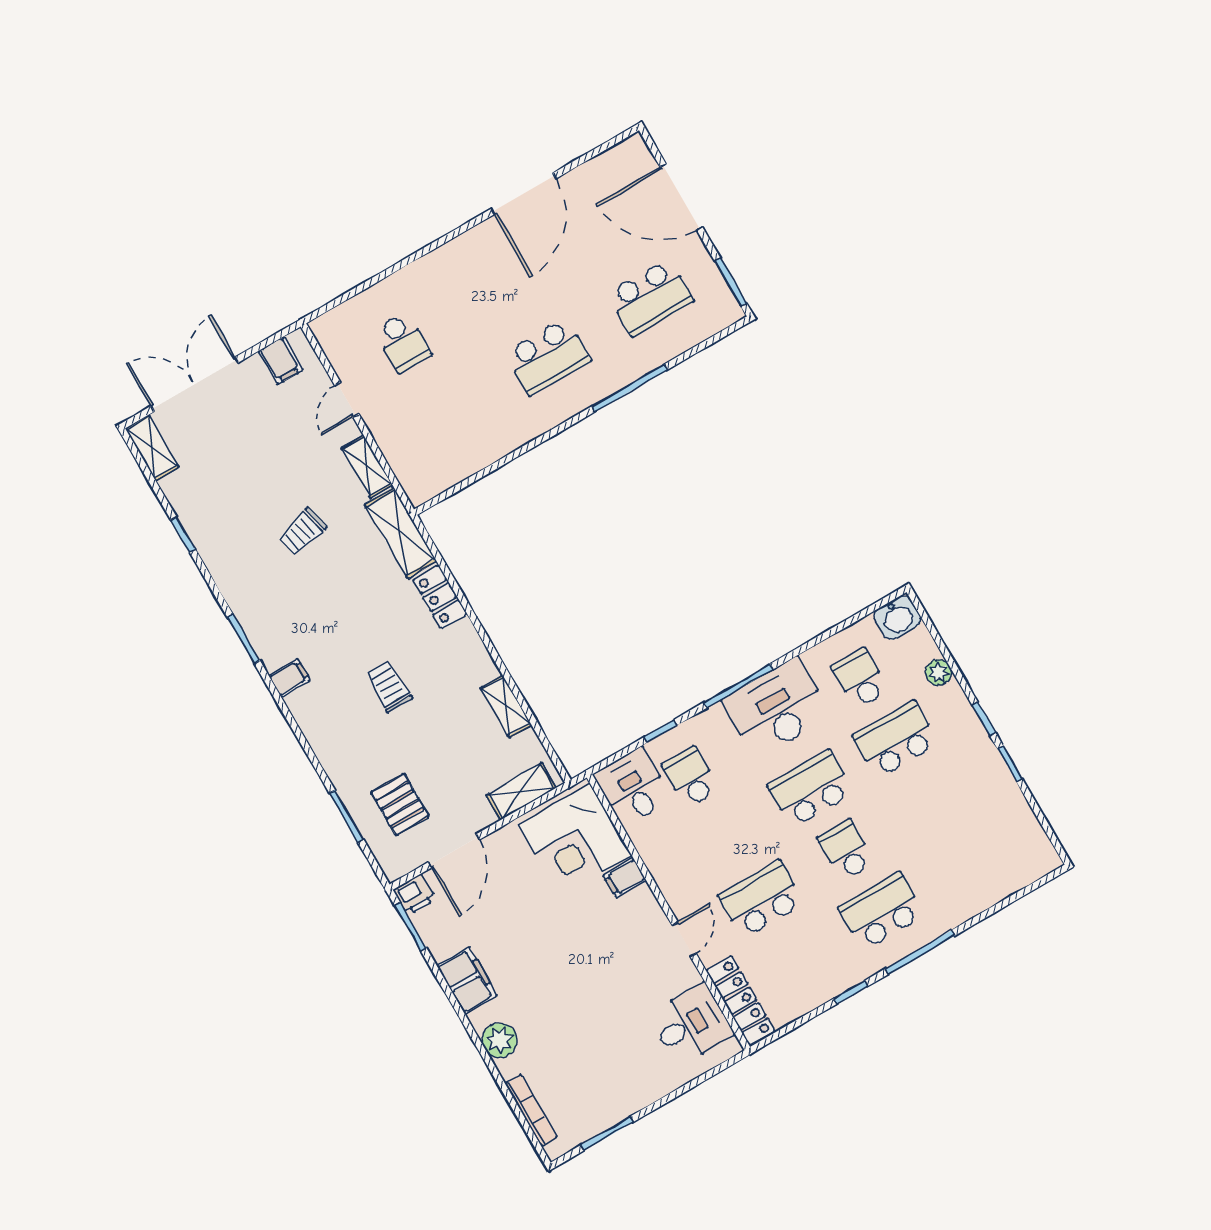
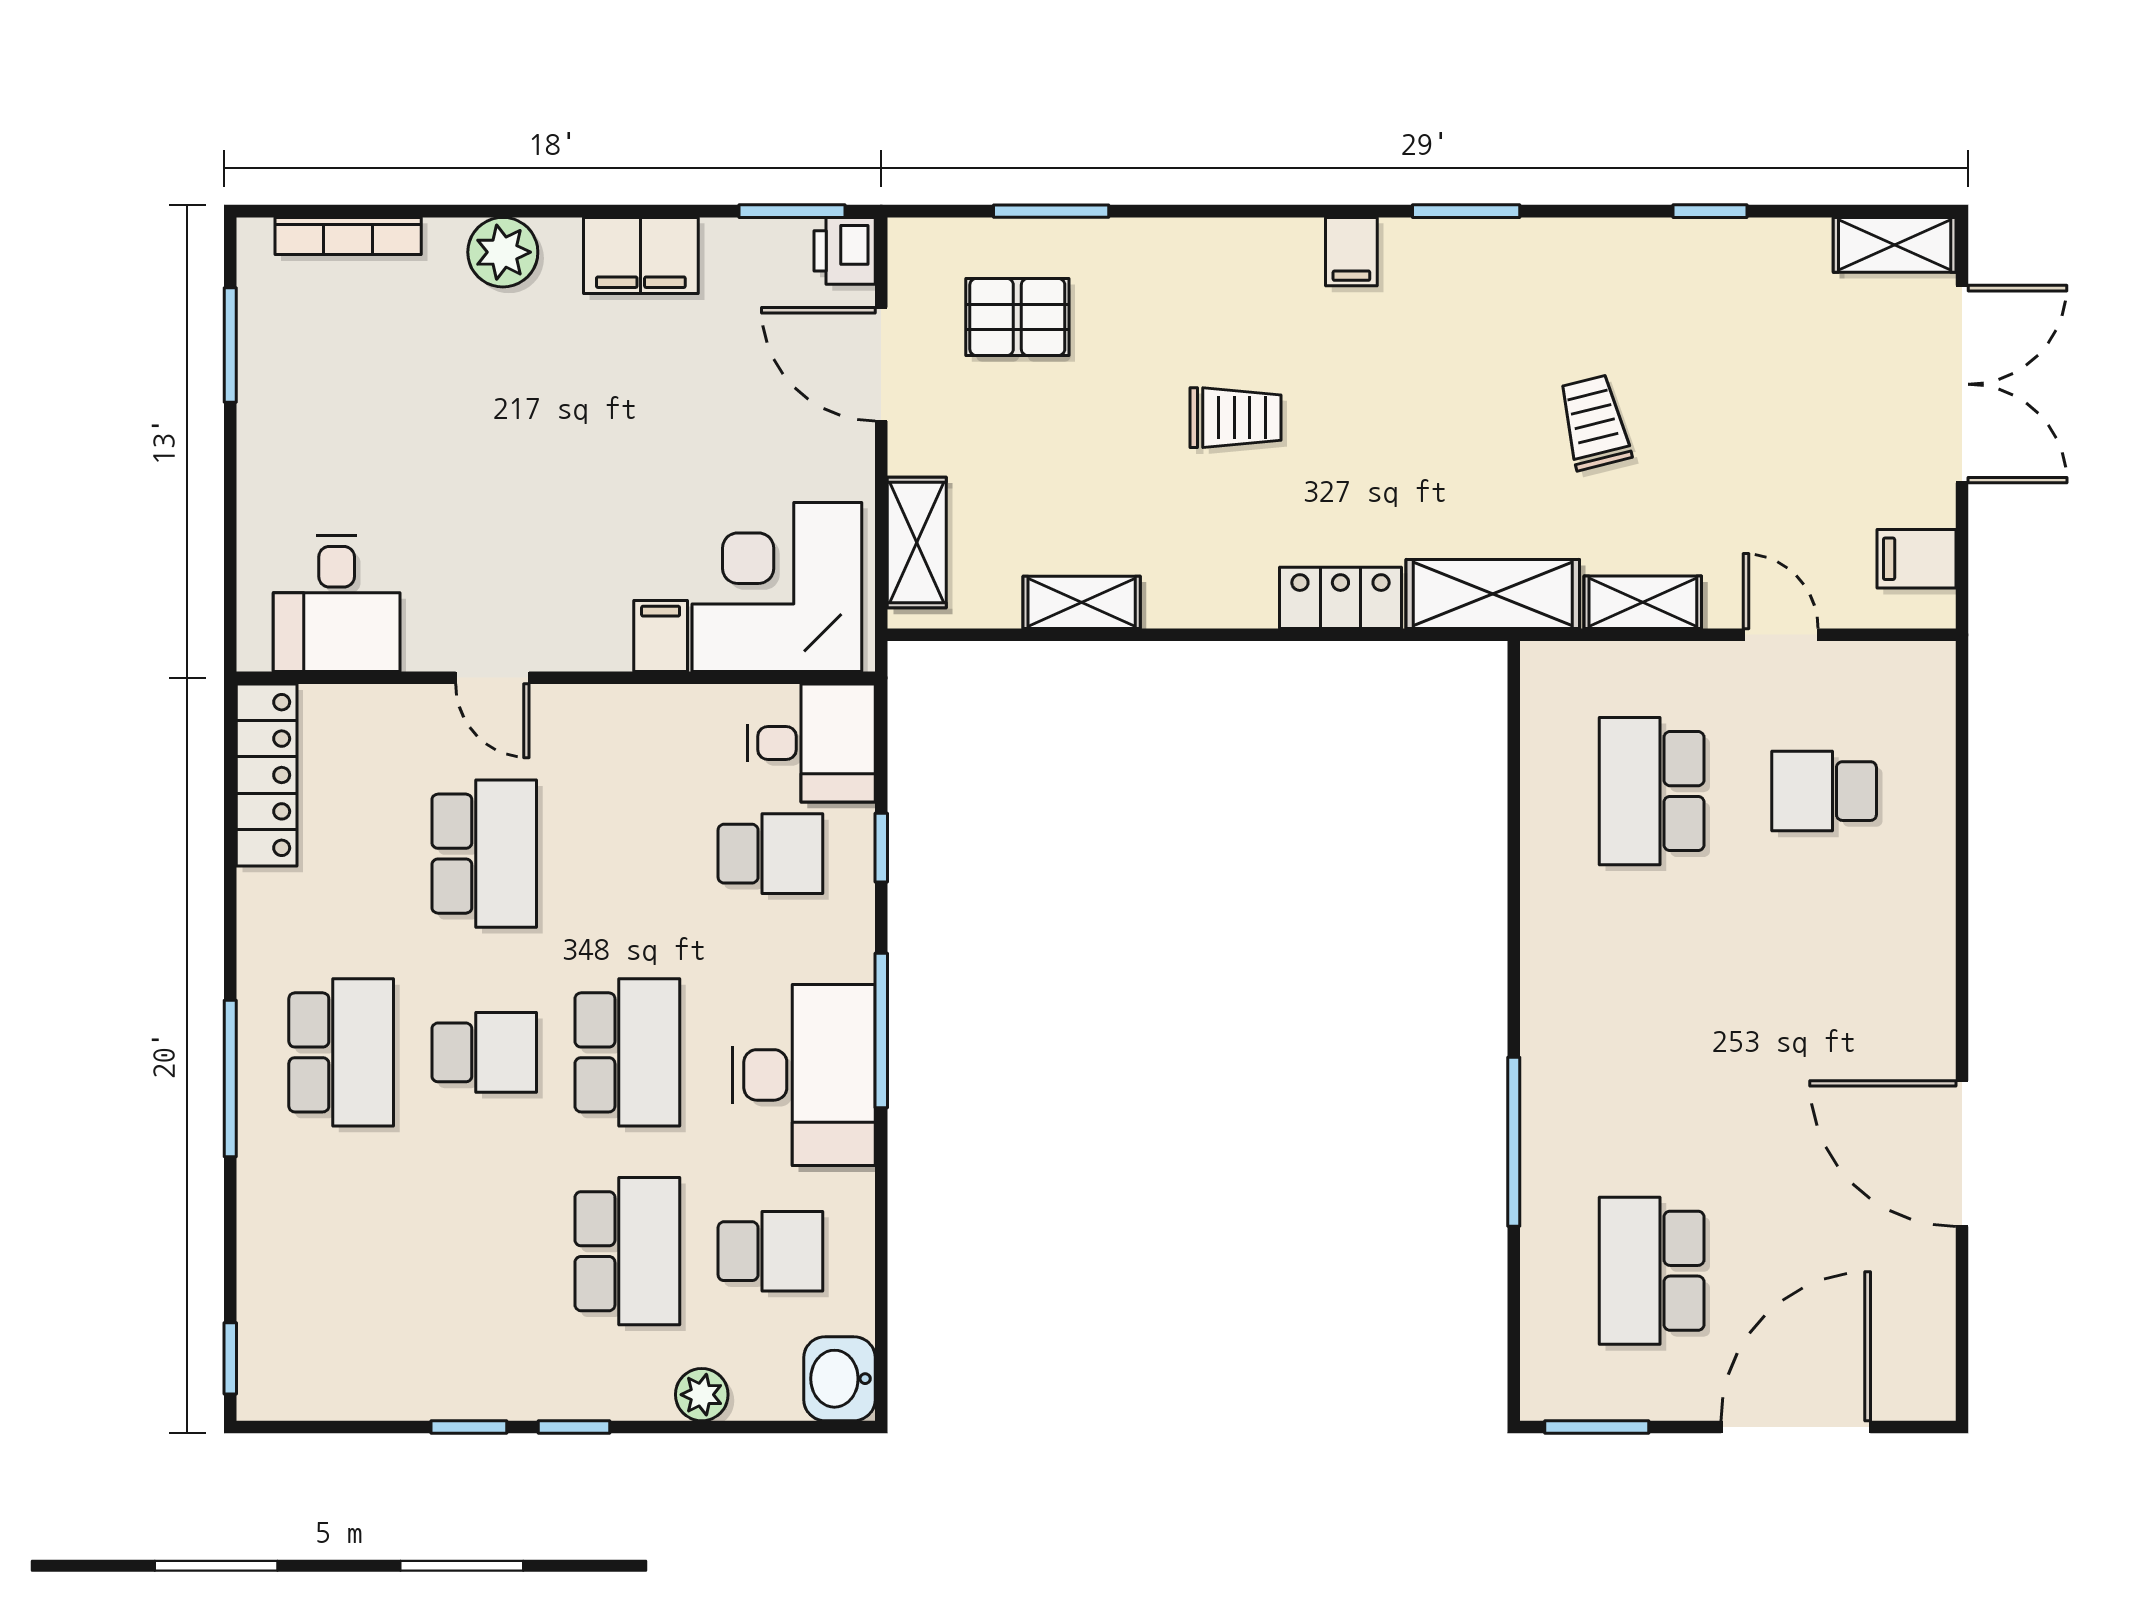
school desk: (548, 357) -> (1652, 791), moved
window: (851, 992) -> (230, 1358), moved
locker: (740, 1001) -> (267, 775), moved, turned -90

